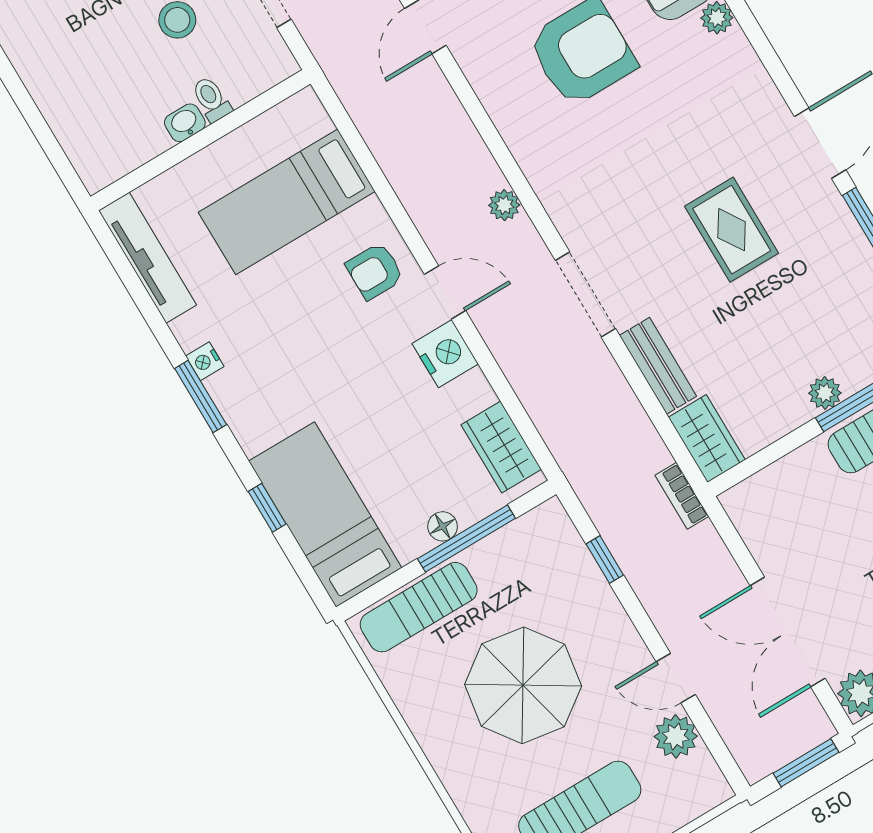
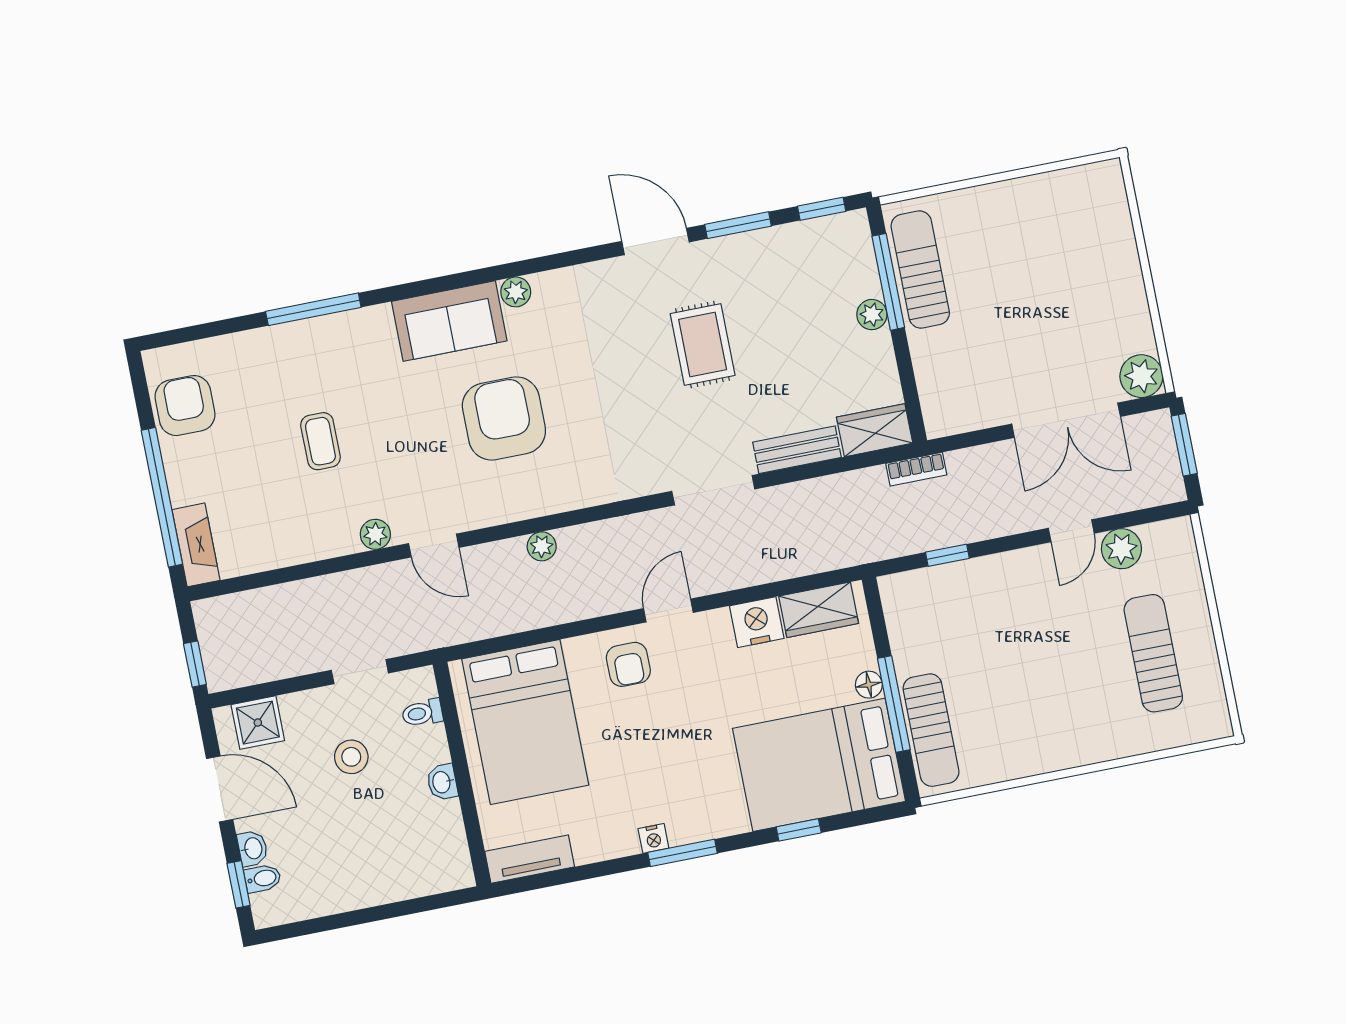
toilet: (211, 99) -> (422, 713), moved
bed: (287, 202) -> (525, 722), width x1.50
plant: (504, 205) -> (542, 546), moved
rug: (732, 230) -> (703, 344), turned 90
tv unit: (148, 258) -> (530, 859), width x0.71
nightstand: (445, 354) -> (757, 622), moved
bed: (325, 514) -> (819, 765), width x1.50
window: (466, 538) -> (894, 704), moved
parasol: (523, 685) -> (1030, 664), removed

